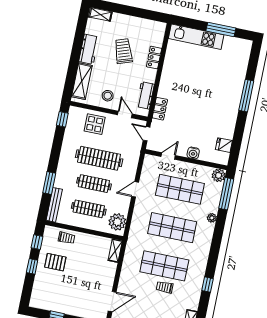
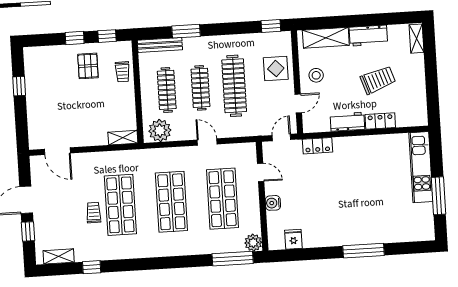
workbench: (145, 95) -> (347, 122), moved
plant: (212, 218) -> (197, 249), removed
window: (208, 285) -> (92, 267), moved

